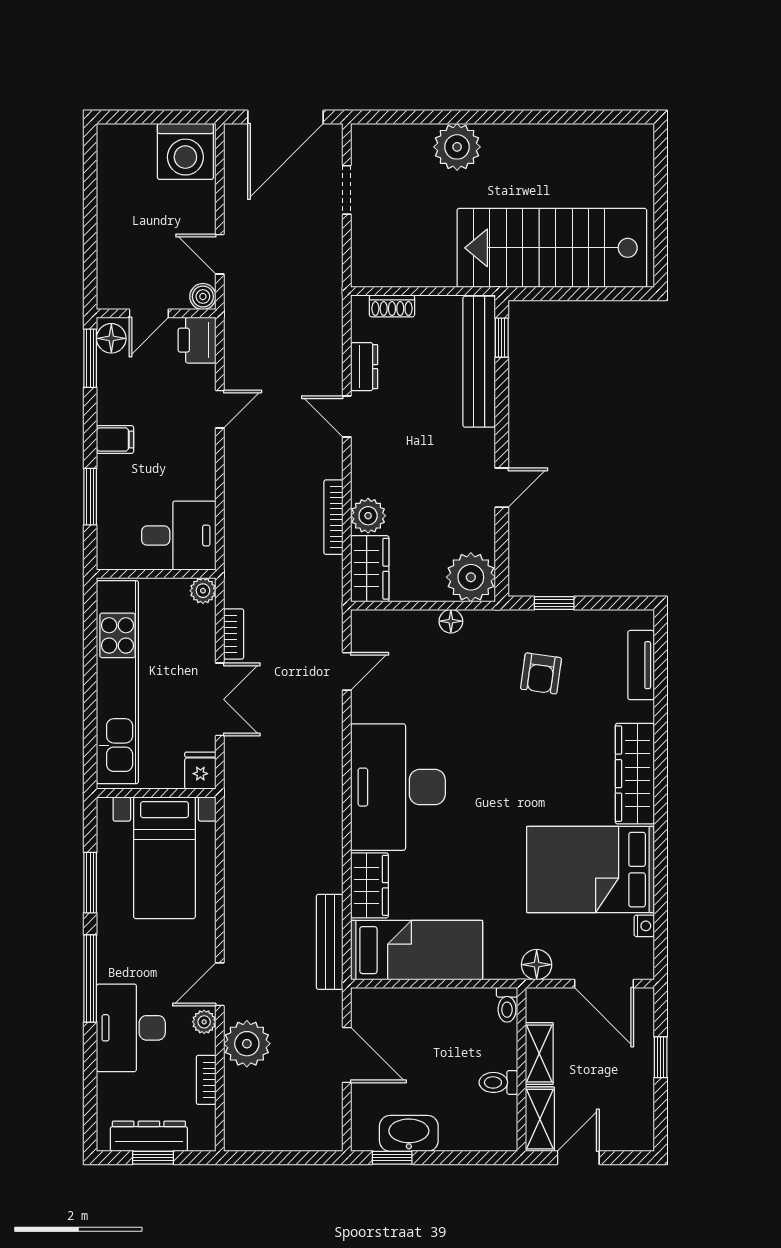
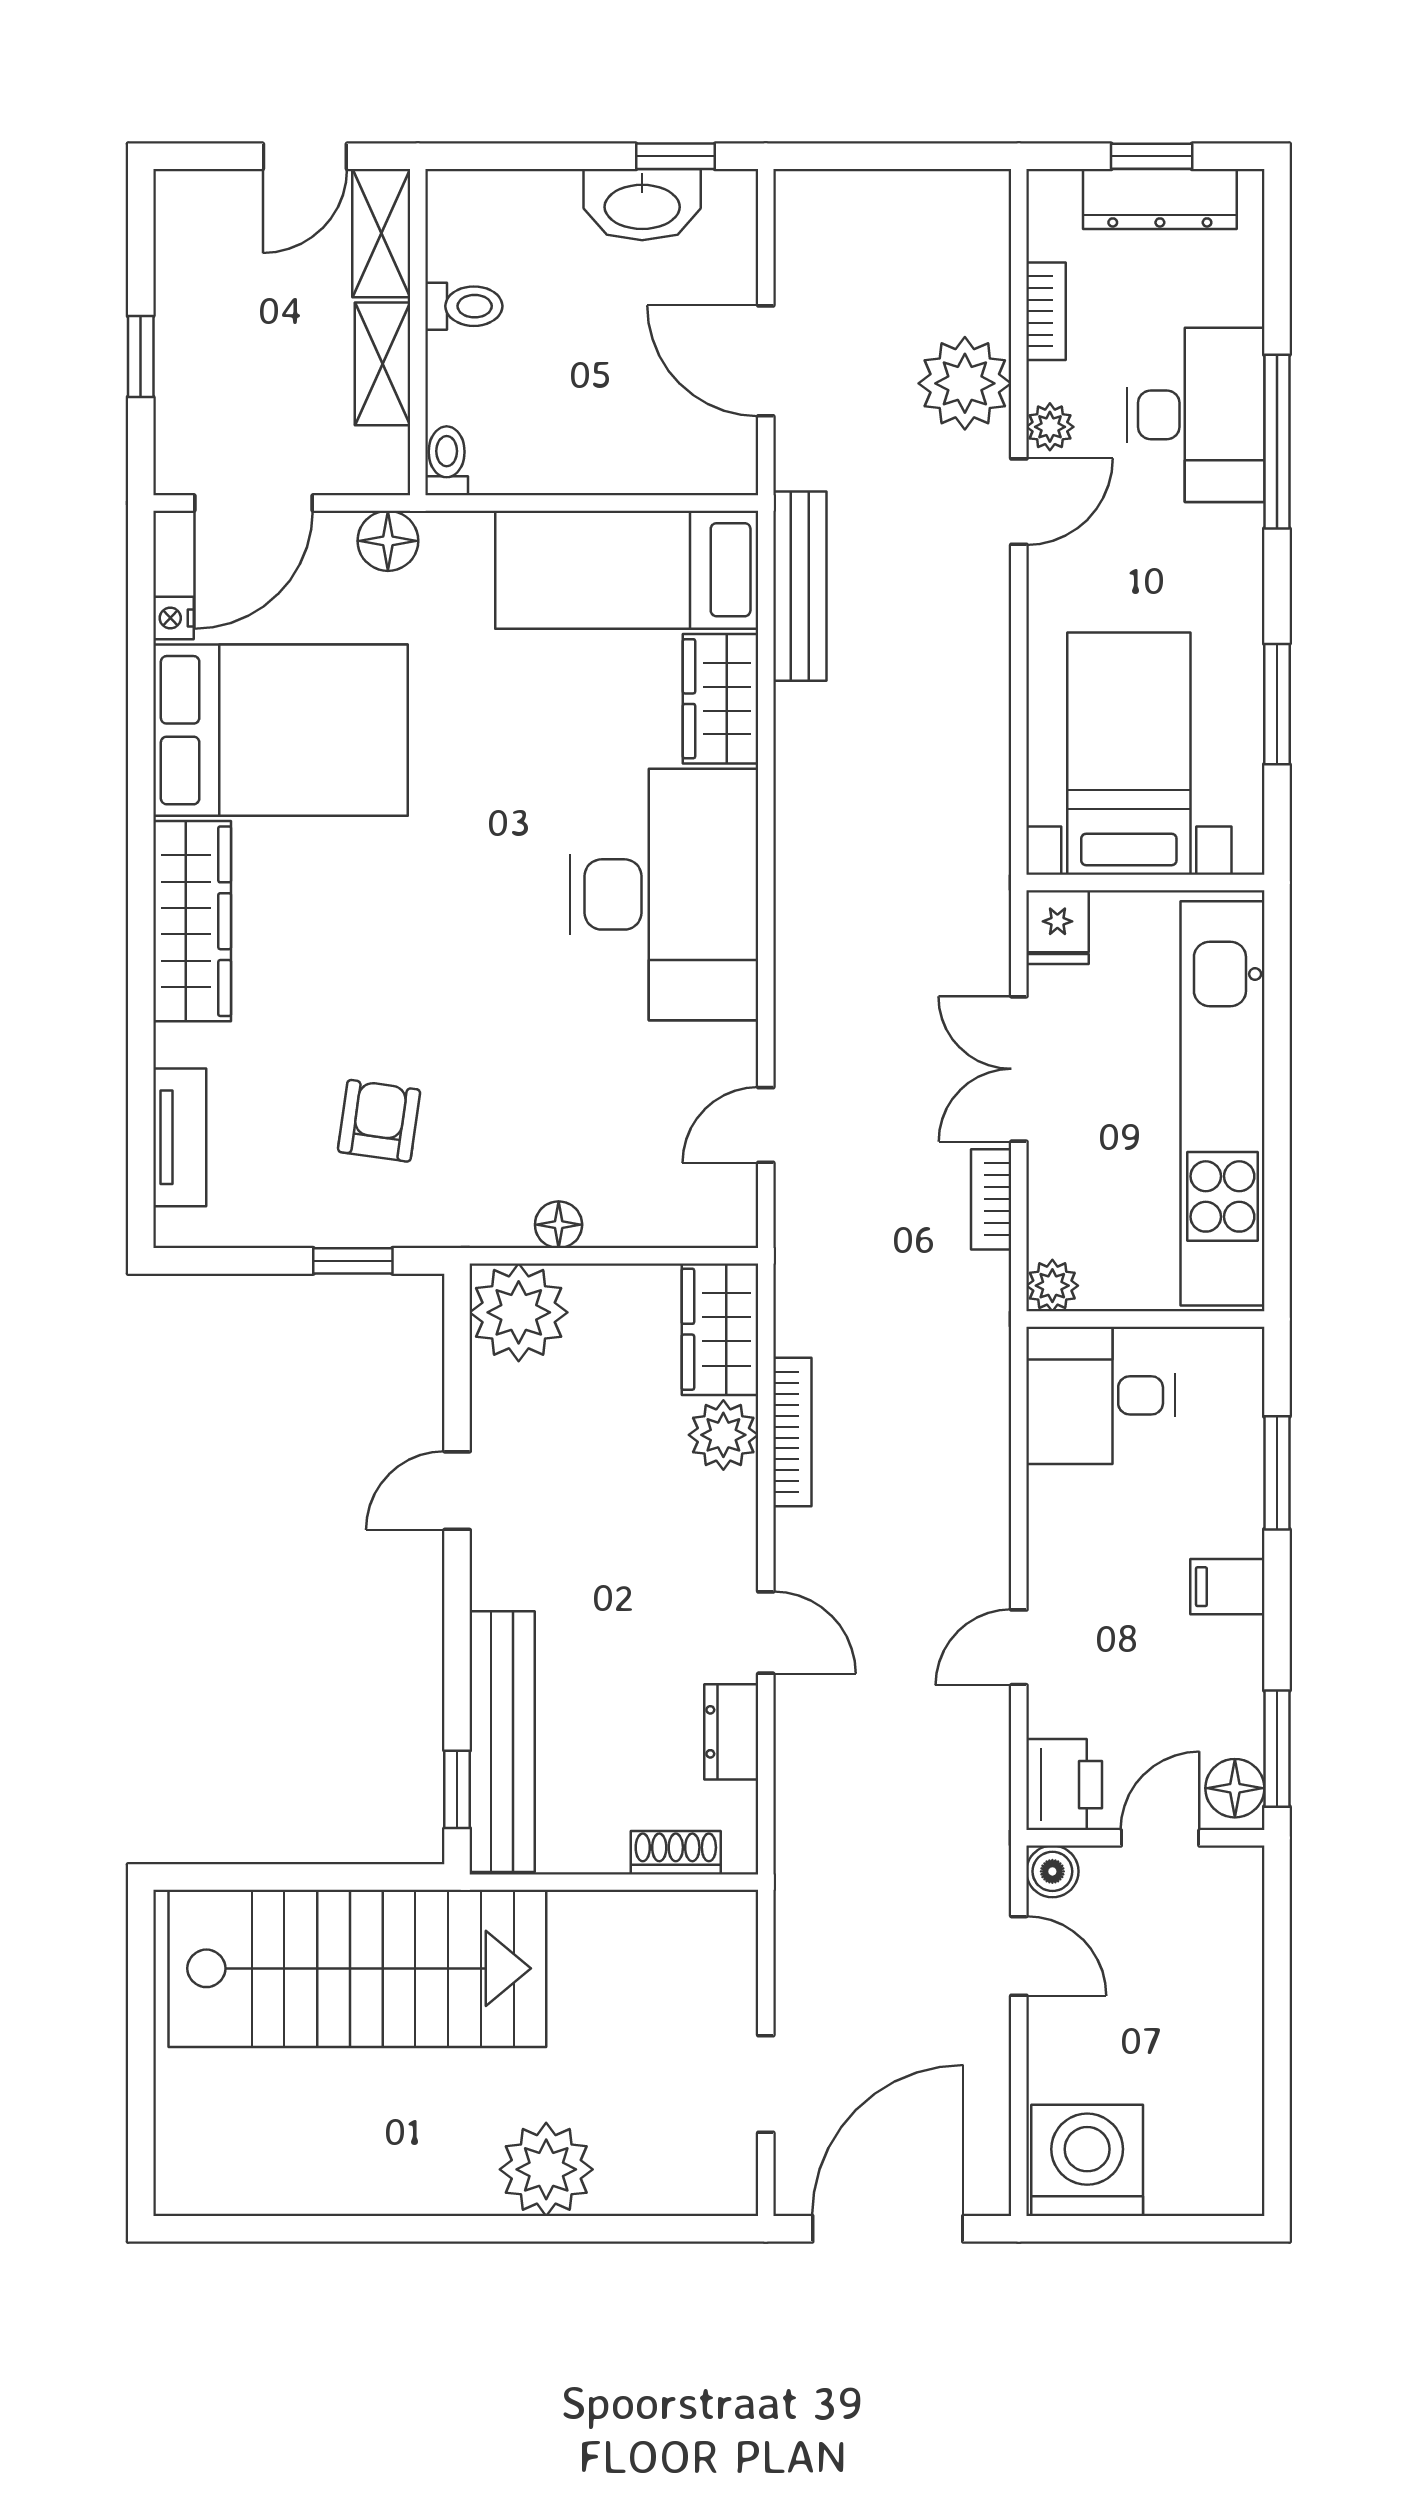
window: (90, 978) -> (1277, 442), moved
door: (604, 984) -> (253, 503), swing flipped

